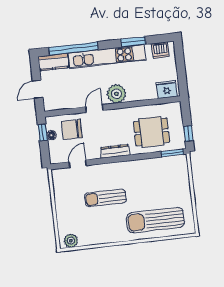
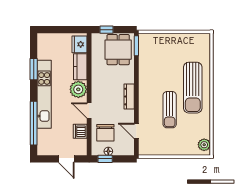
dishwasher: (160, 50) -> (80, 131), moved, turned 180
kitchen counter: (53, 62) -> (80, 67), moved, turned 180
dining table: (152, 132) -> (118, 50), moved
window: (188, 133) -> (106, 30), moved
sun lounger: (155, 220) -> (193, 88), moved

